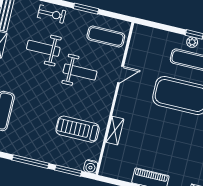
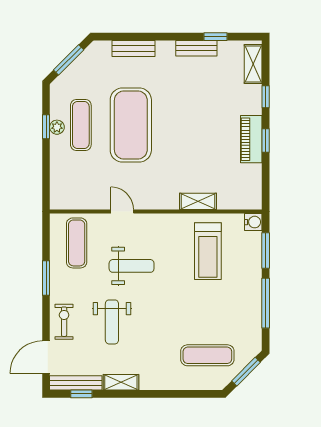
weight bench: (80, 72) -> (132, 266), turned 90

